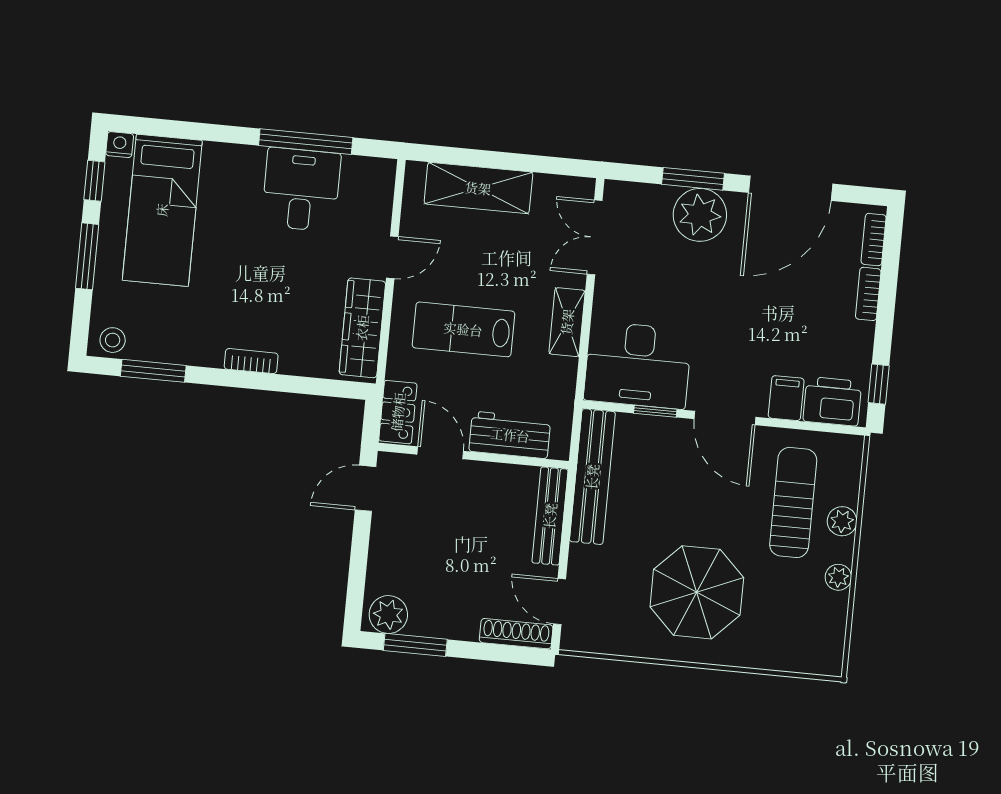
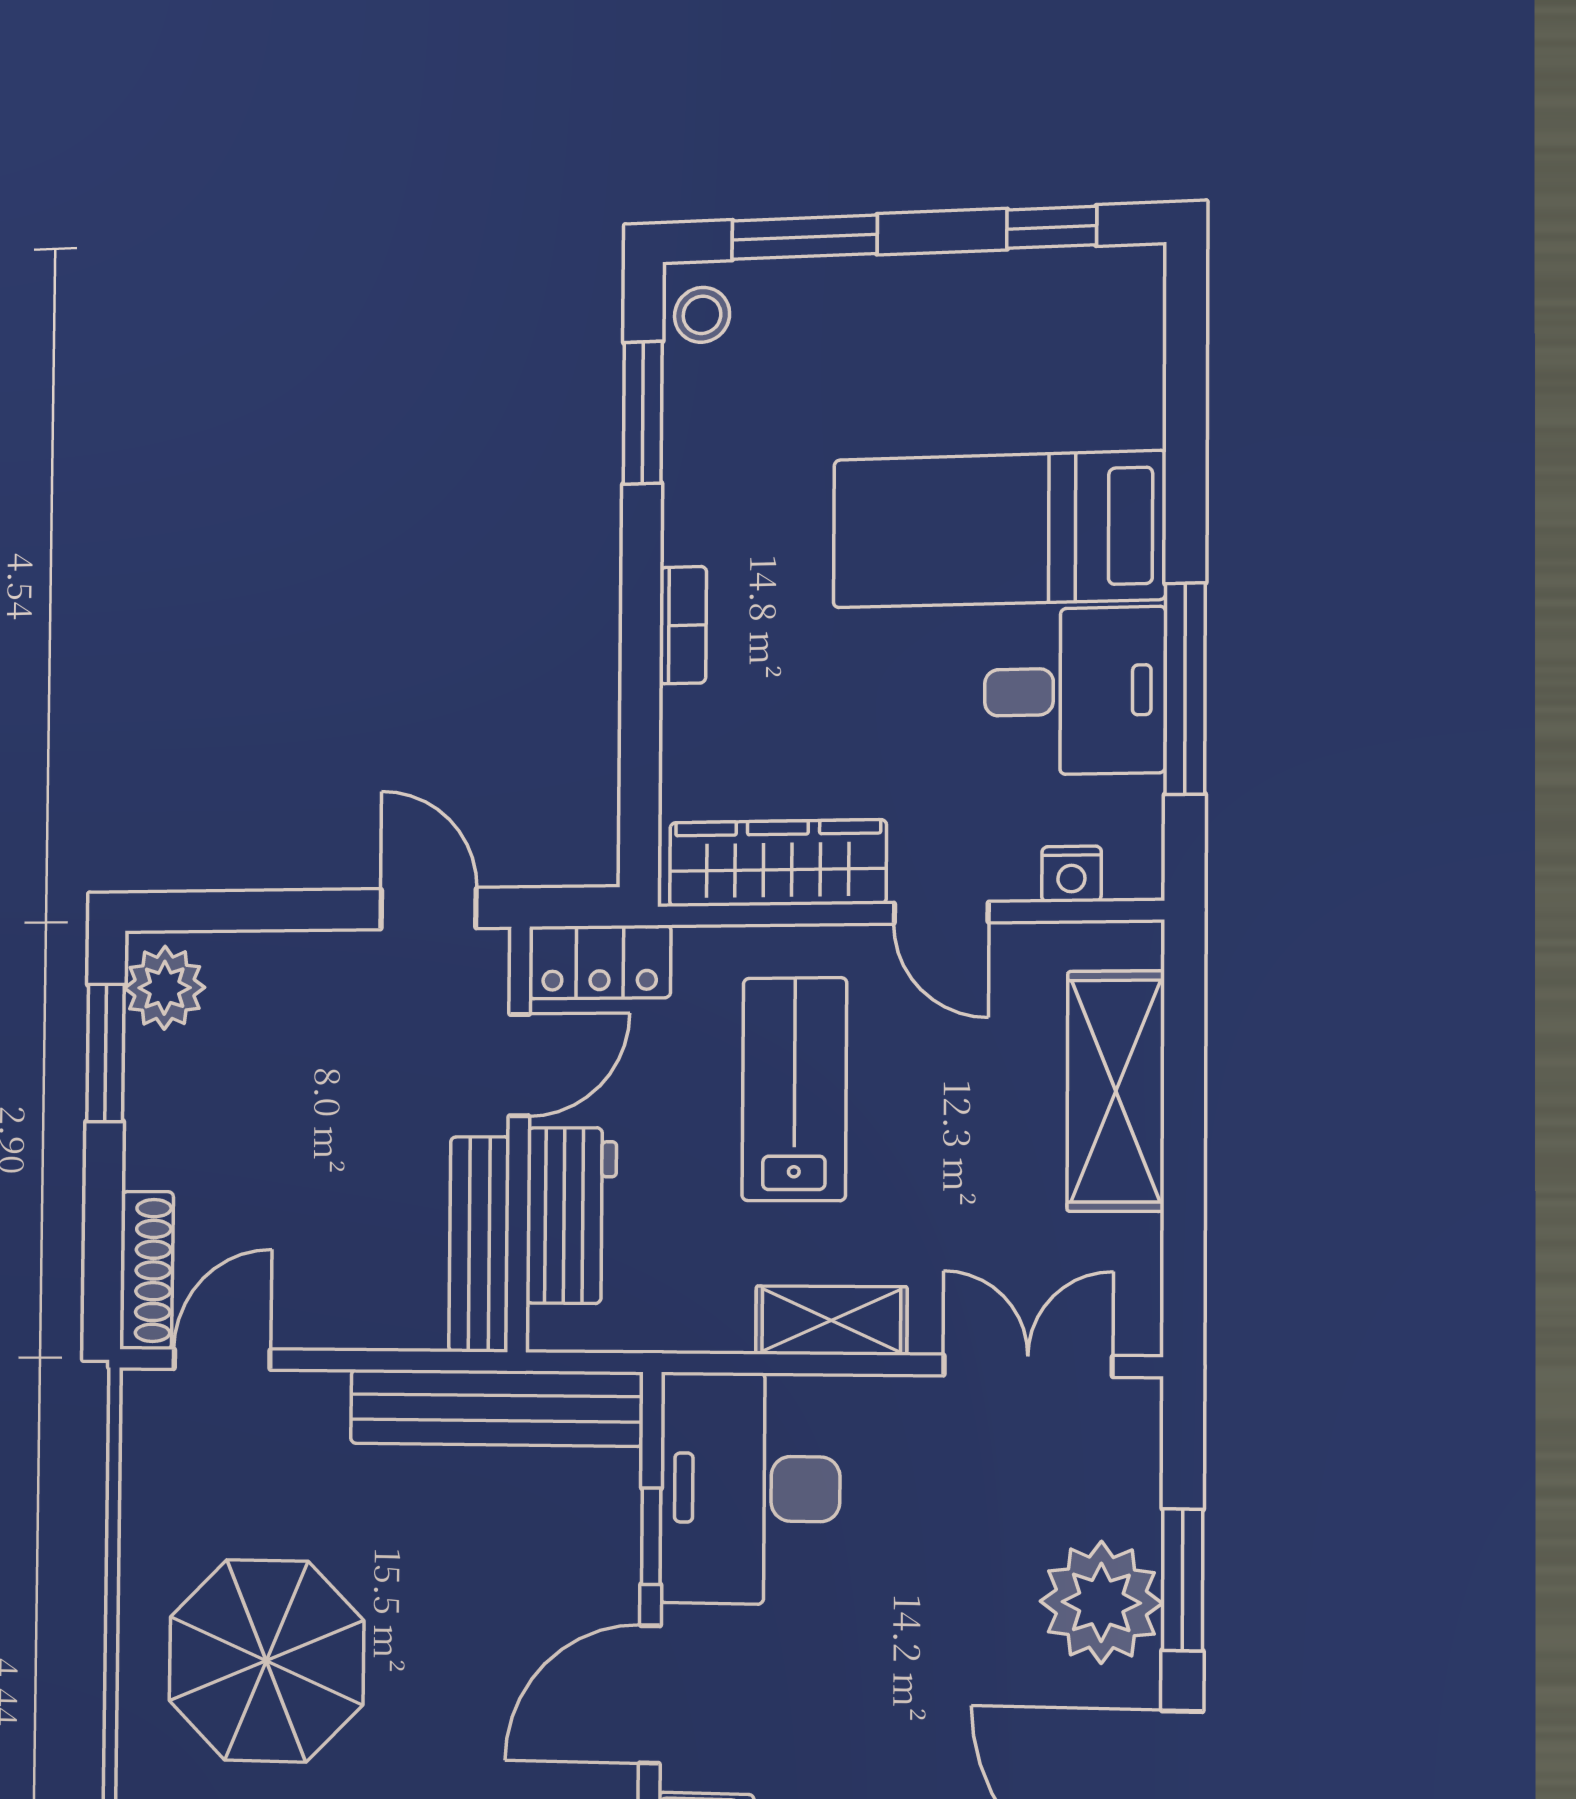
nightstand: (120, 145) -> (1071, 874), moved, turned 90
bed: (162, 210) -> (999, 529), moved
window: (87, 256) -> (804, 237), moved
bench: (550, 516) -> (479, 1244), moved, turned 90

